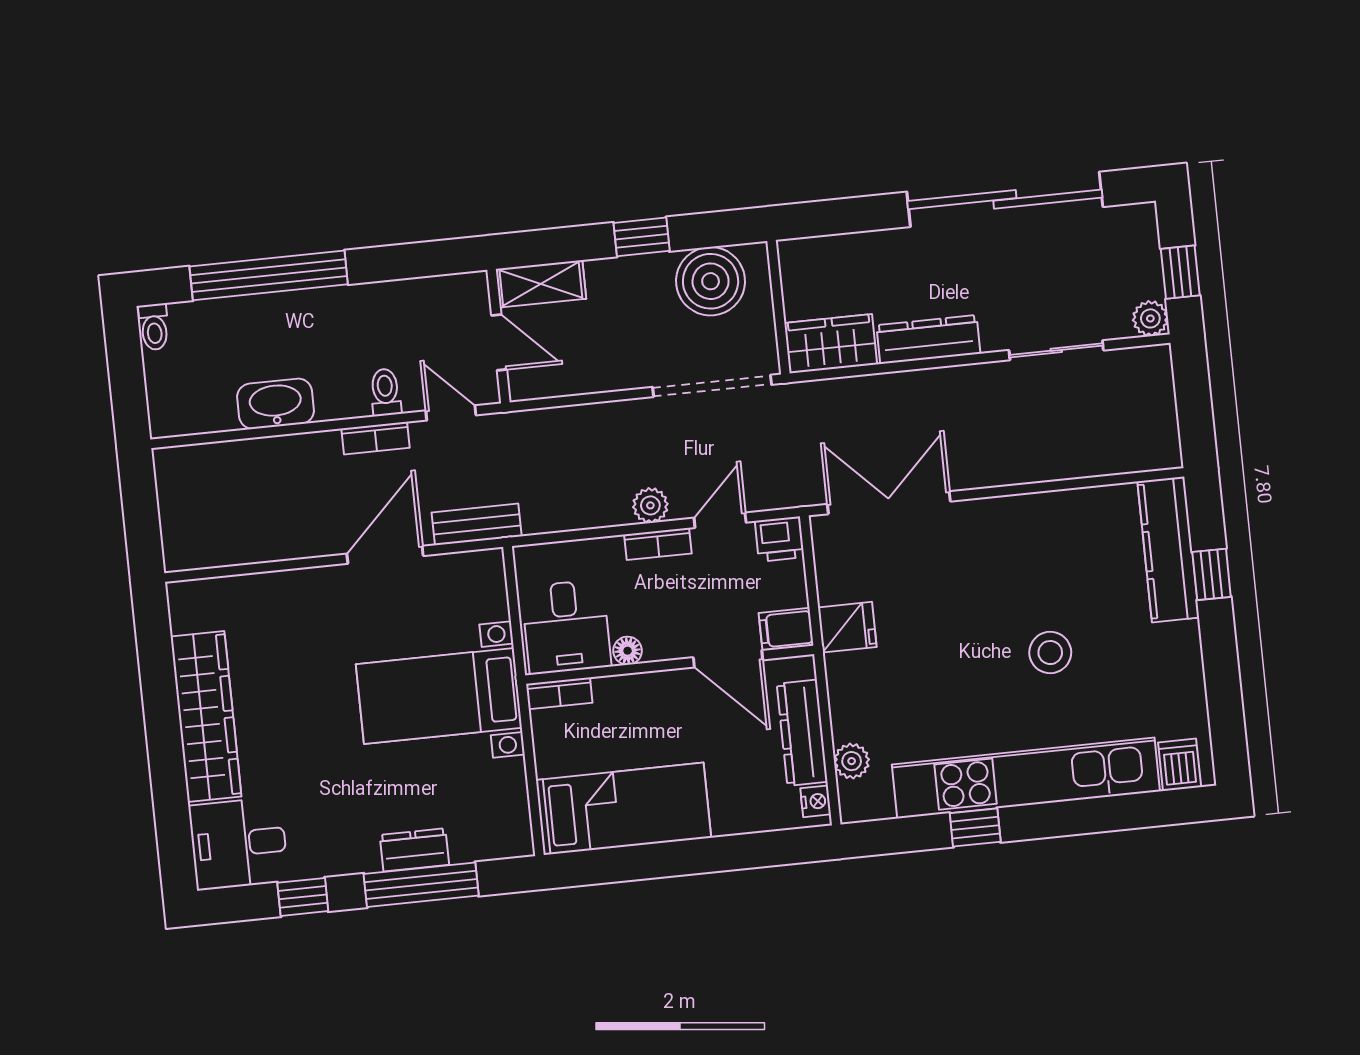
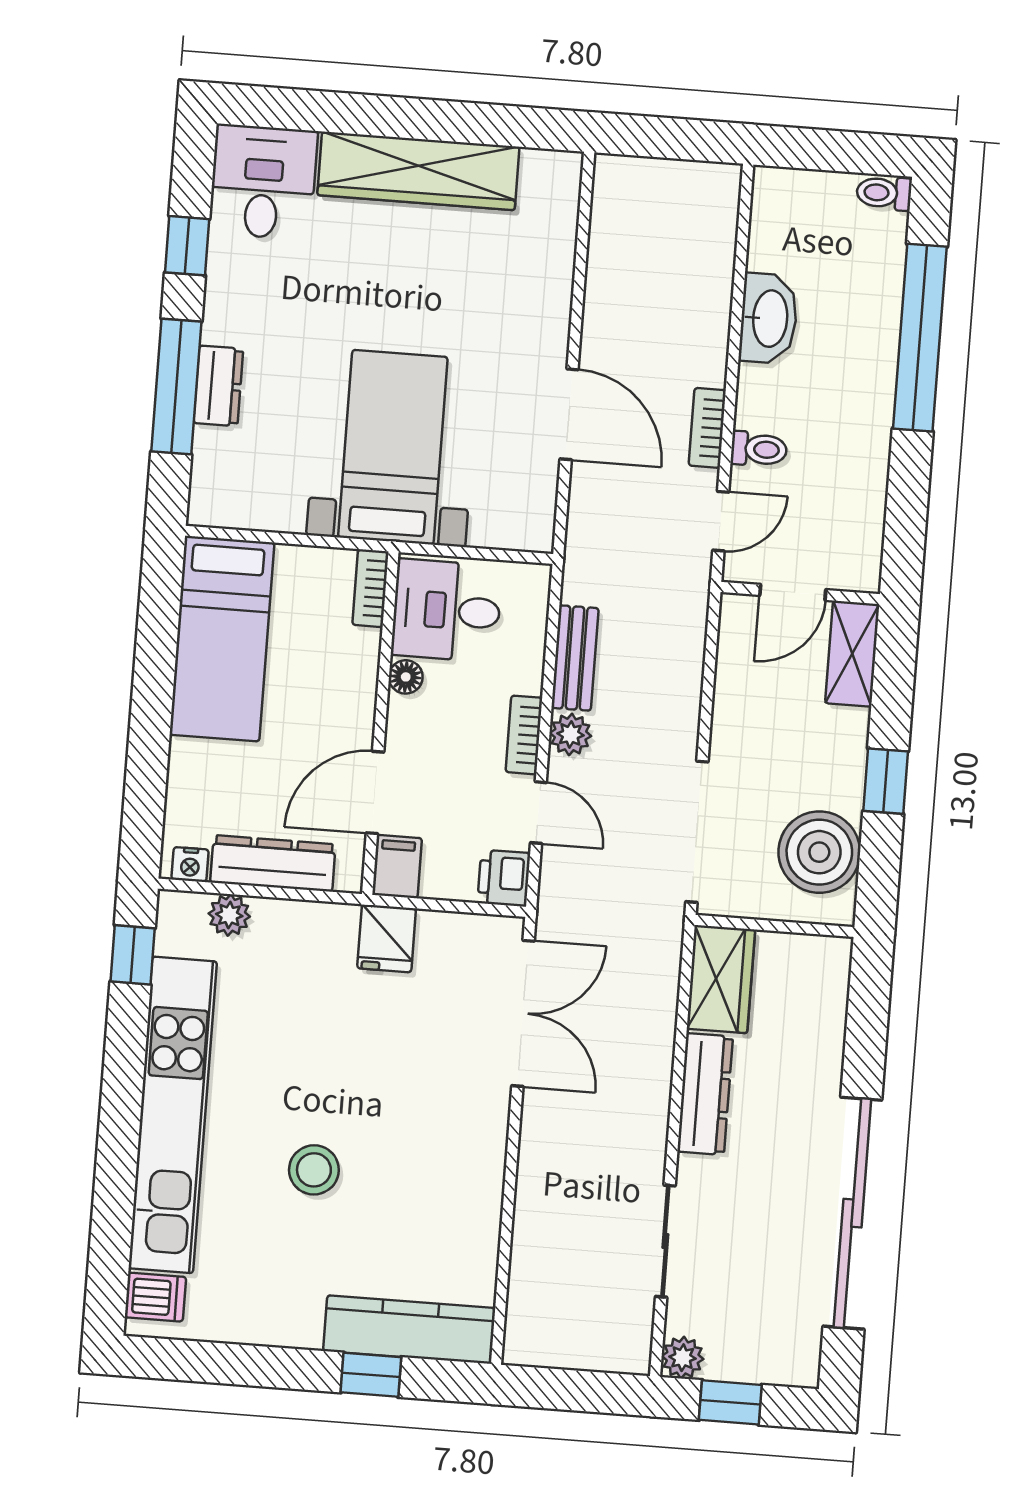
bench: (477, 524) -> (575, 658), moved
window: (975, 827) -> (133, 955), moved

